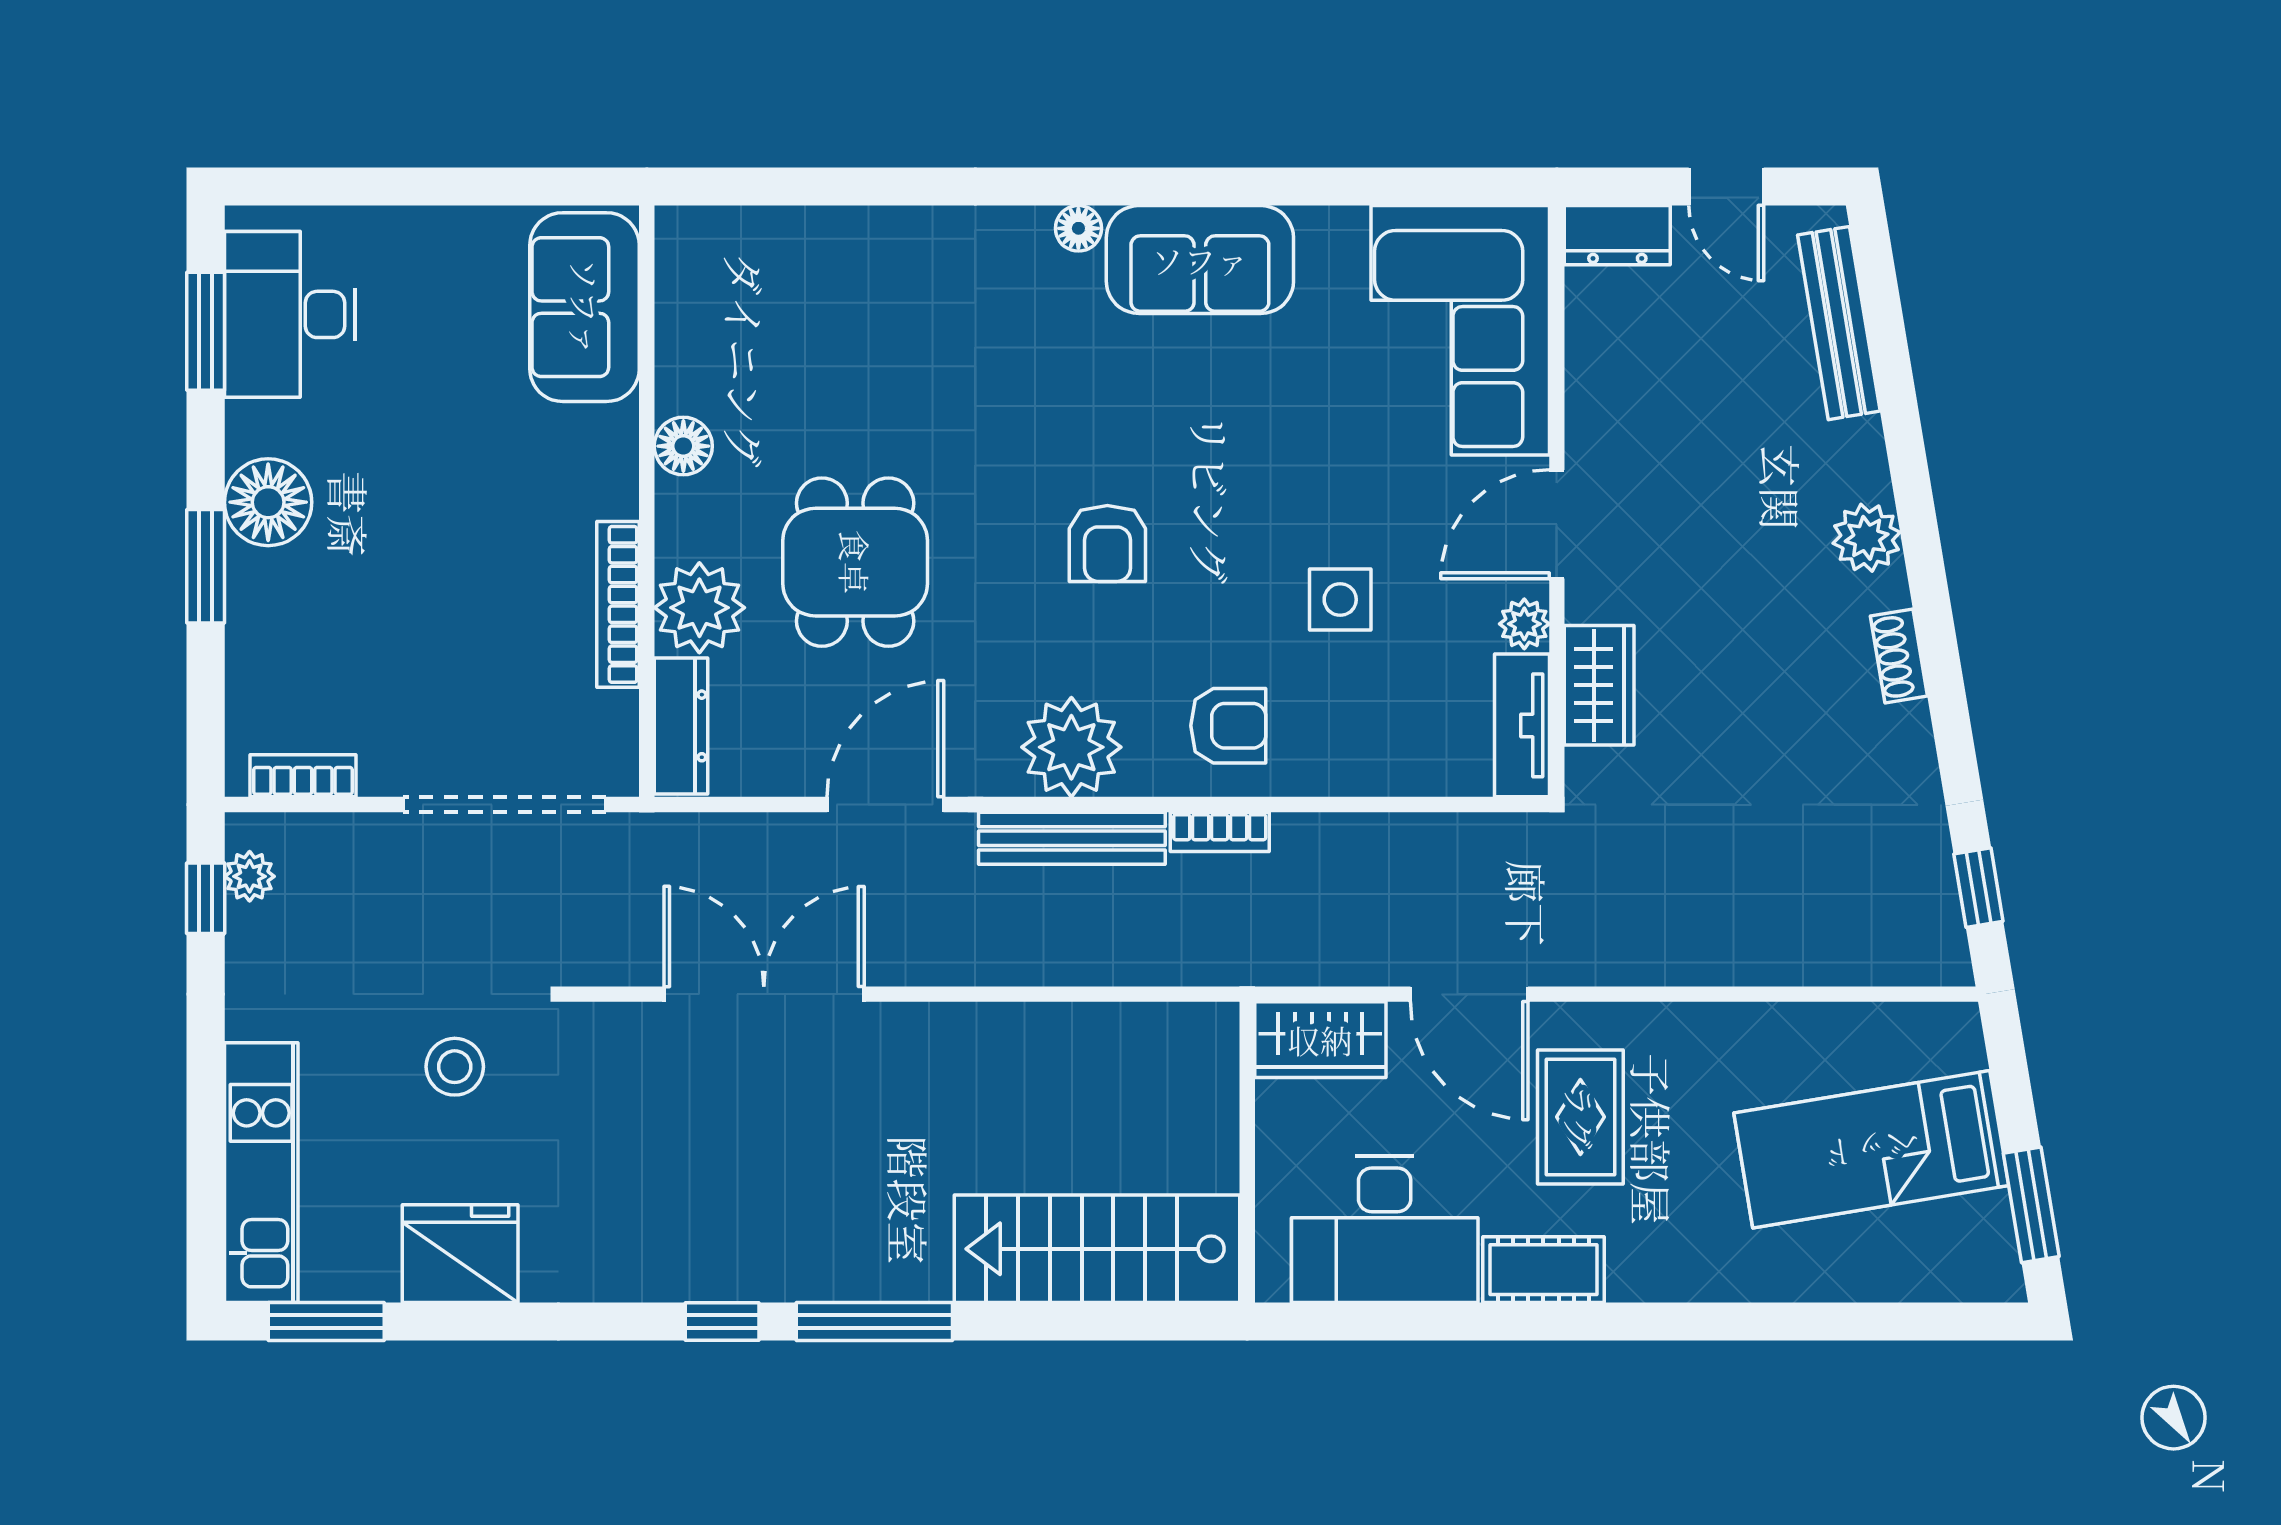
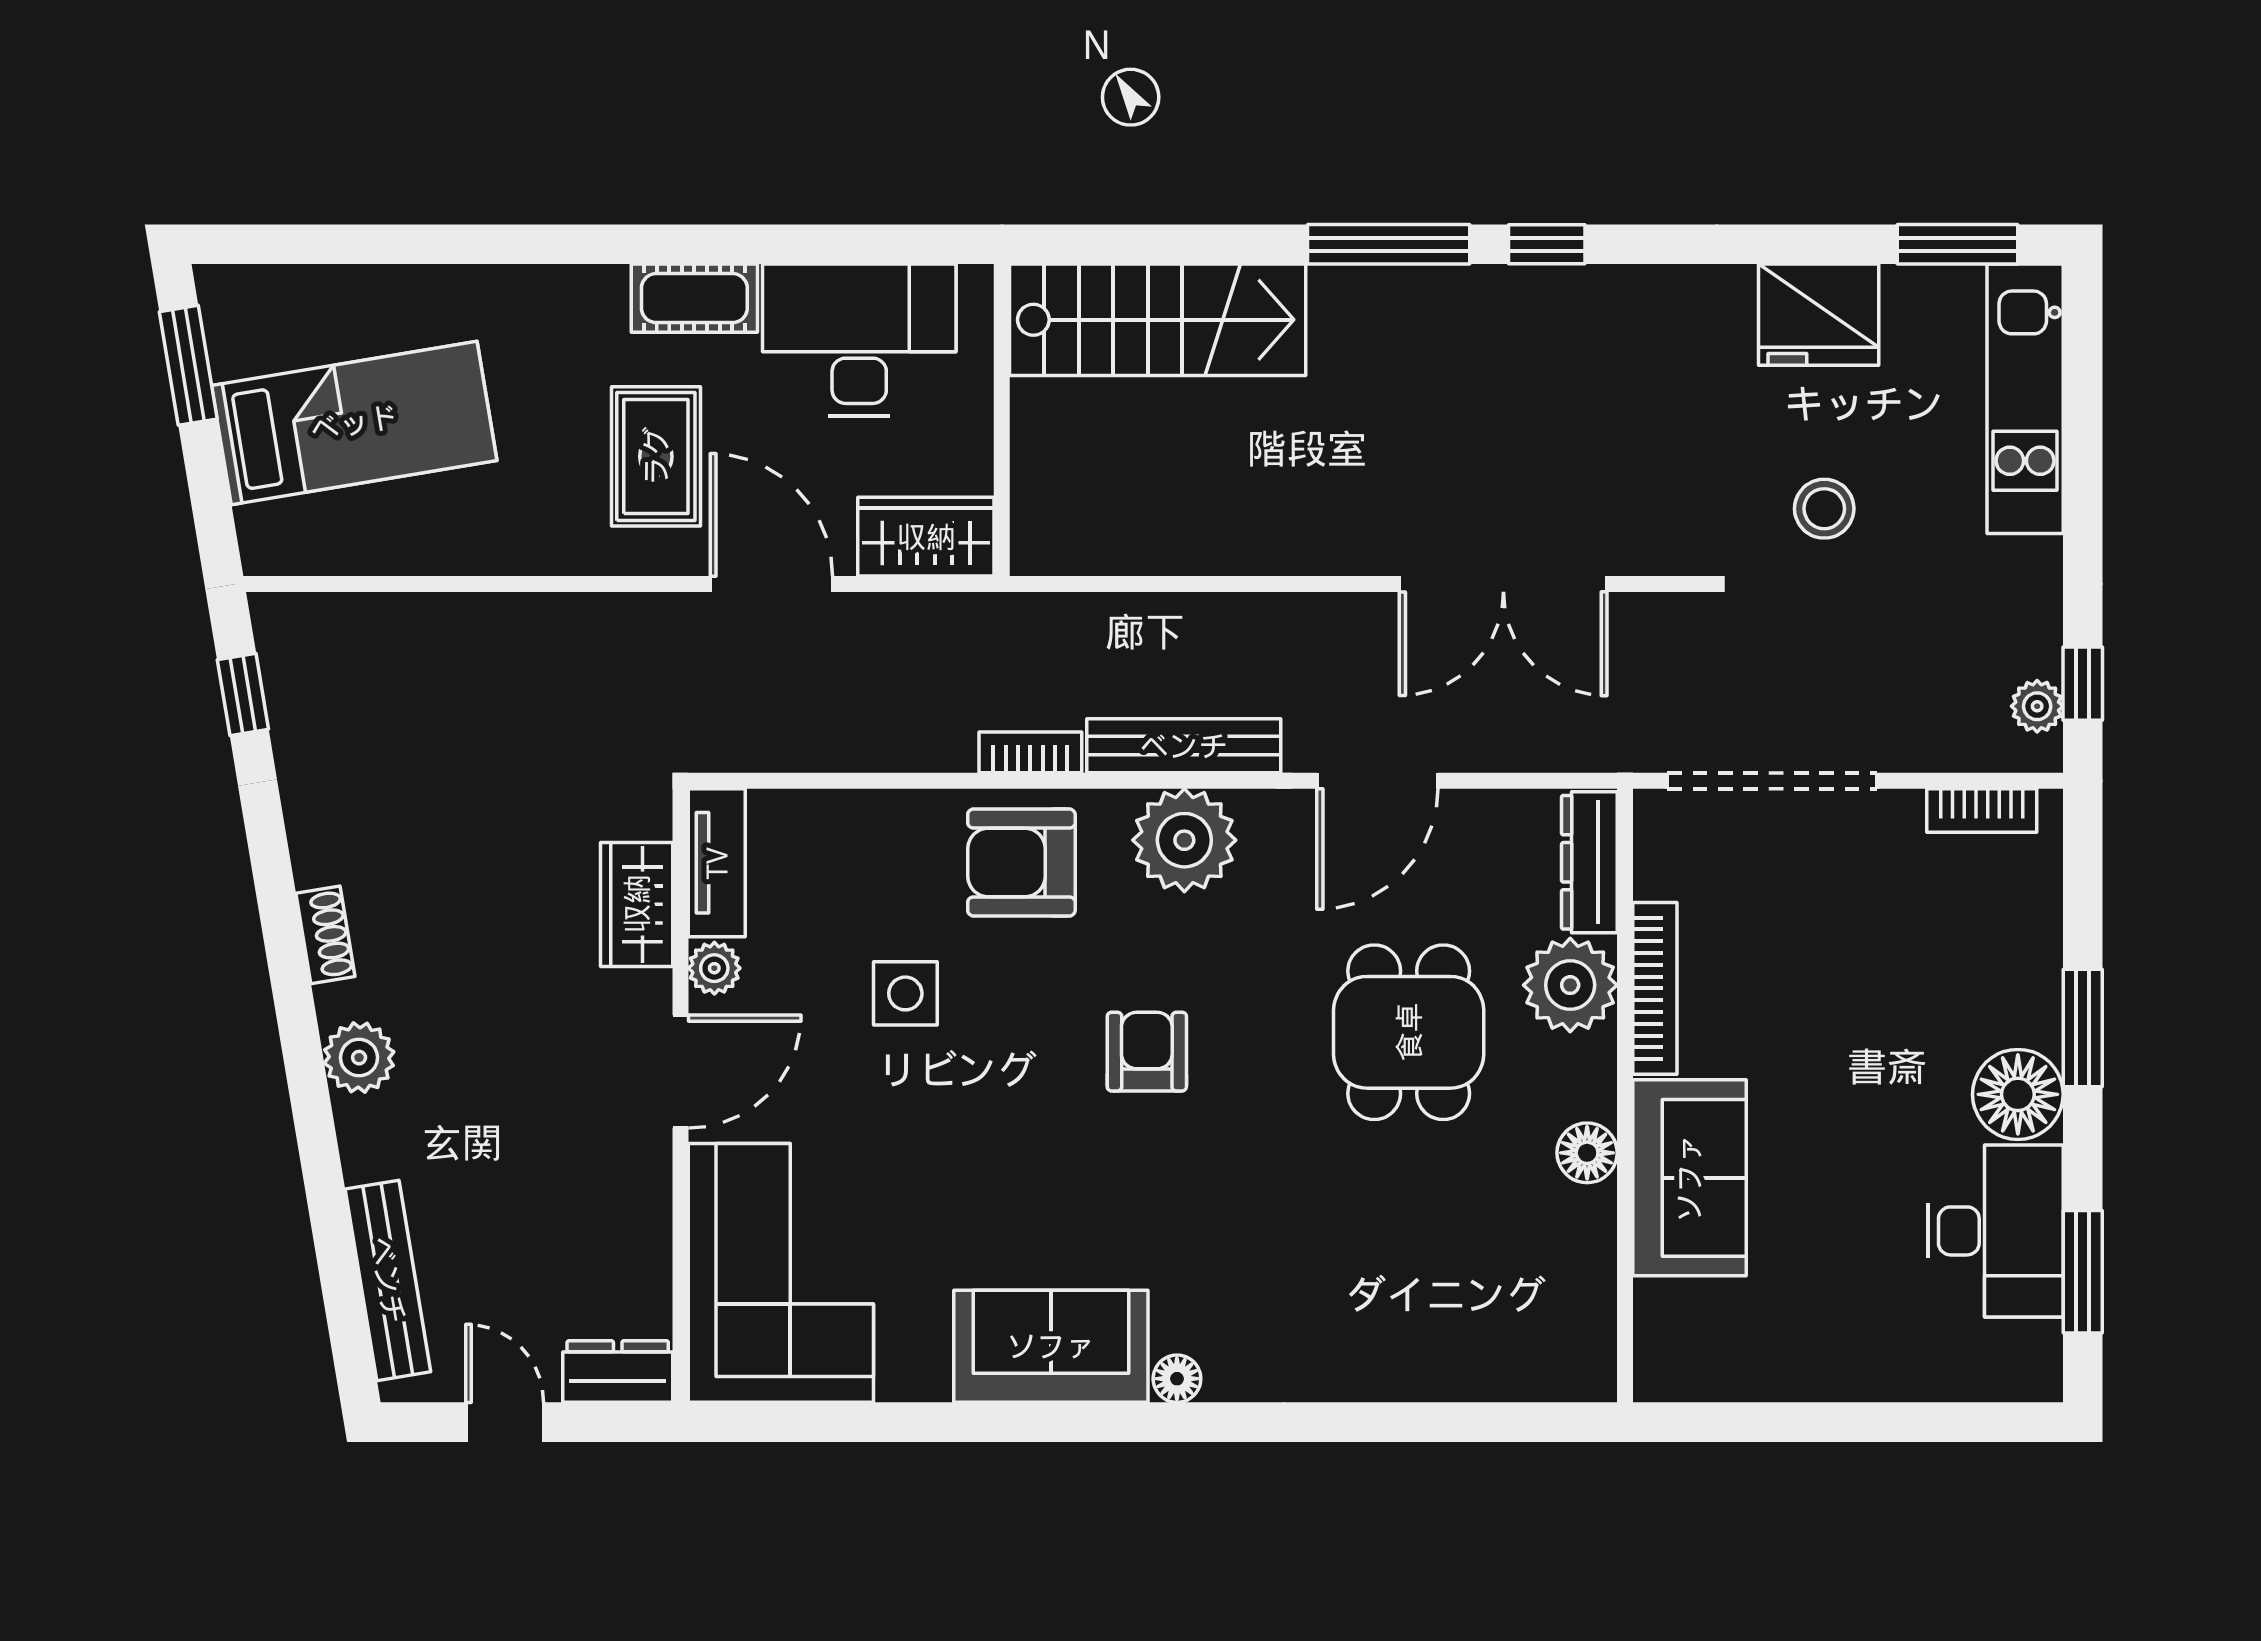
sofa: (585, 307) -> (1689, 1178), moved
desk: (290, 314) -> (1995, 1231), moved
armchair: (1228, 726) -> (1021, 862), width x1.38, depth x1.38

